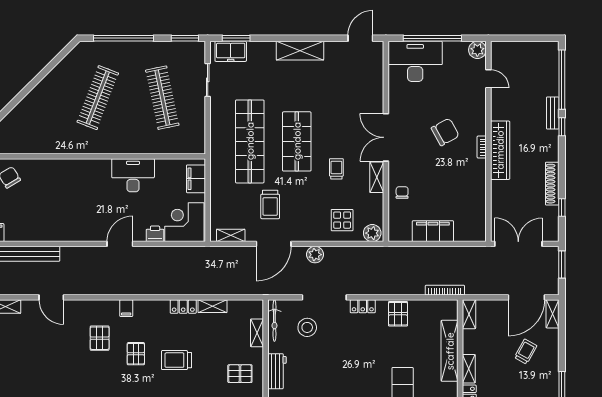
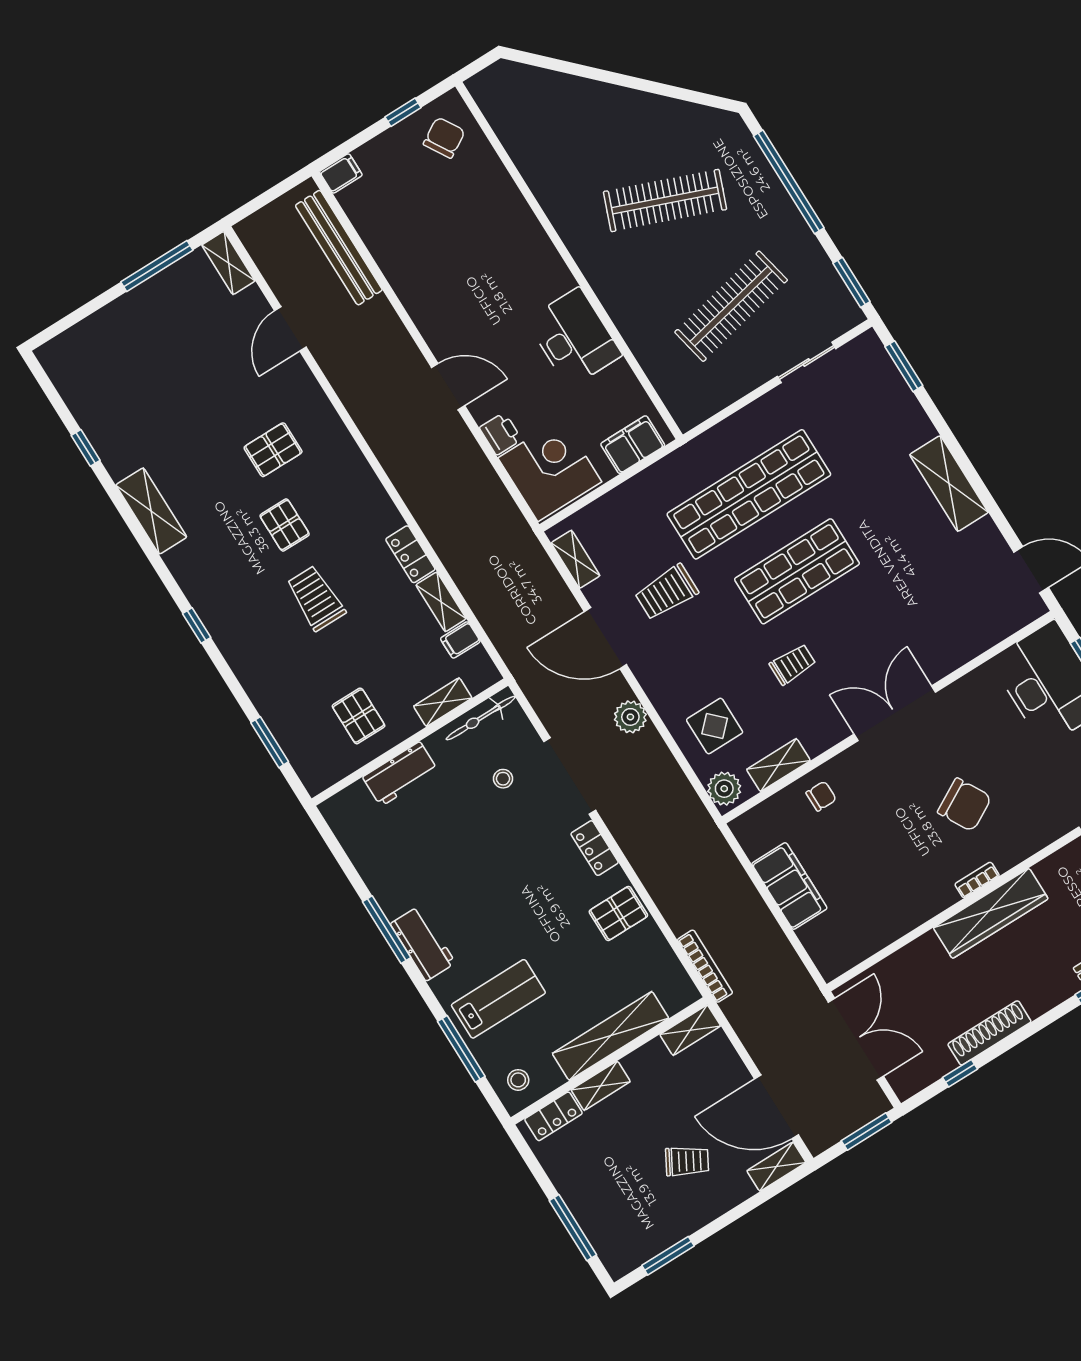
freezer: (231, 51) -> (877, 371), removed
shelving: (377, 177) -> (778, 765), moved
filing cabinet: (126, 308) -> (460, 640), moved
stool: (307, 327) -> (503, 779), width x0.53, depth x0.53
pallet: (136, 354) -> (285, 525), turned 90

